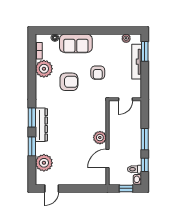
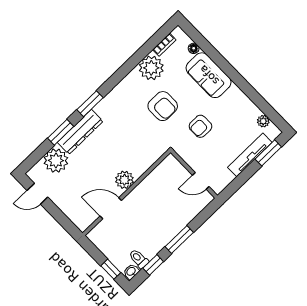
dresser: (41, 125) -> (80, 132), moved
plant: (100, 138) -> (124, 180), moved
wall: (107, 143) -> (127, 193), moved
door: (107, 158) -> (111, 208), moved

